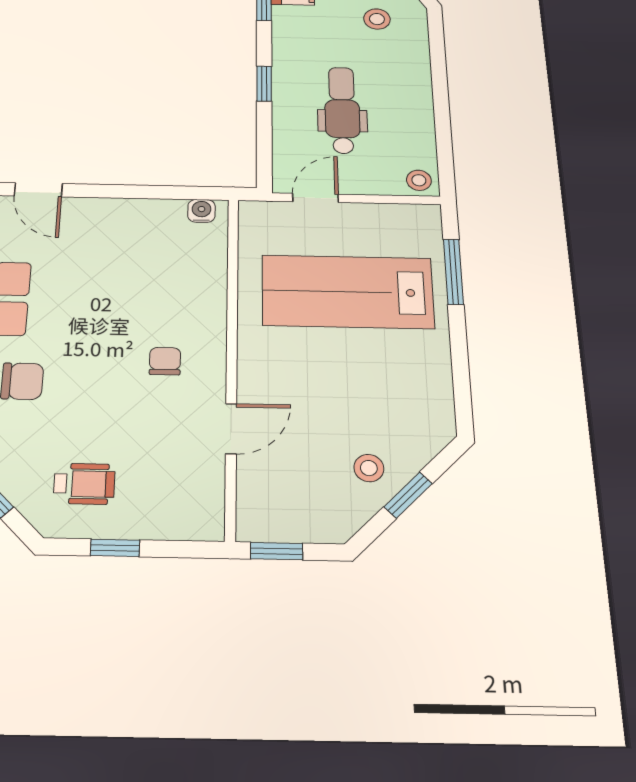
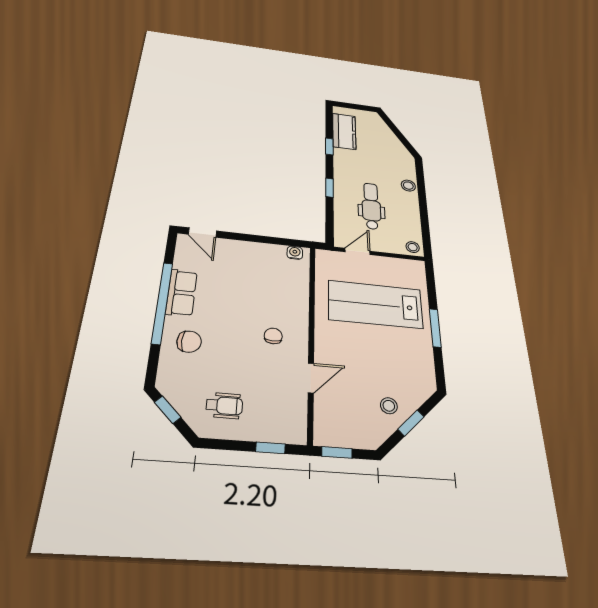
stool: (377, 19) -> (408, 186), moved
window: (453, 272) -> (435, 328), moved
window: (115, 548) -> (270, 448), moved

